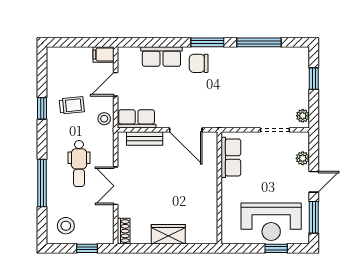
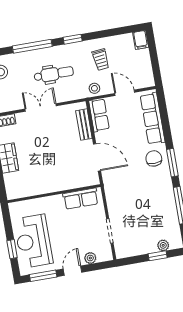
filing cabinet: (103, 54) -> (141, 40), moved, turned 180
row of seats: (161, 57) -> (153, 119), width x1.48
window: (42, 108) -> (73, 39), moved
plant: (303, 116) -> (163, 245), moved
door: (186, 130) -> (97, 157), swing flipped
dental chair: (79, 164) -> (54, 74), turned 180
door: (314, 182) -> (73, 271), swing flipped

